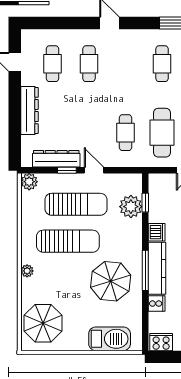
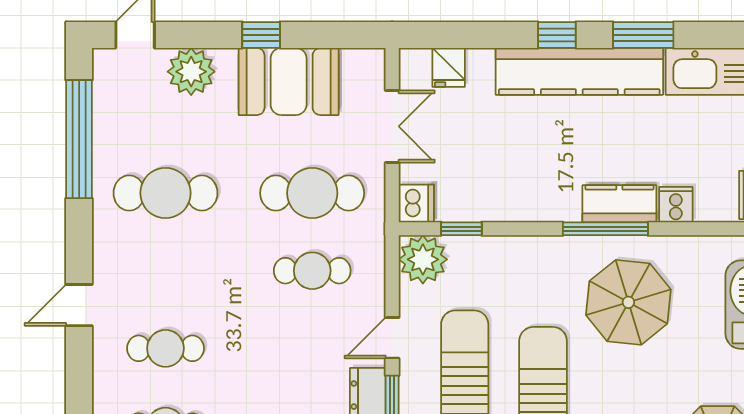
cafe table: (162, 64) -> (165, 193), width x1.37, depth x1.35
plant: (131, 207) -> (423, 259), moved
dishwasher: (157, 232) -> (416, 203), moved, turned 90
kitchen counter: (157, 268) -> (619, 204), width x0.67

